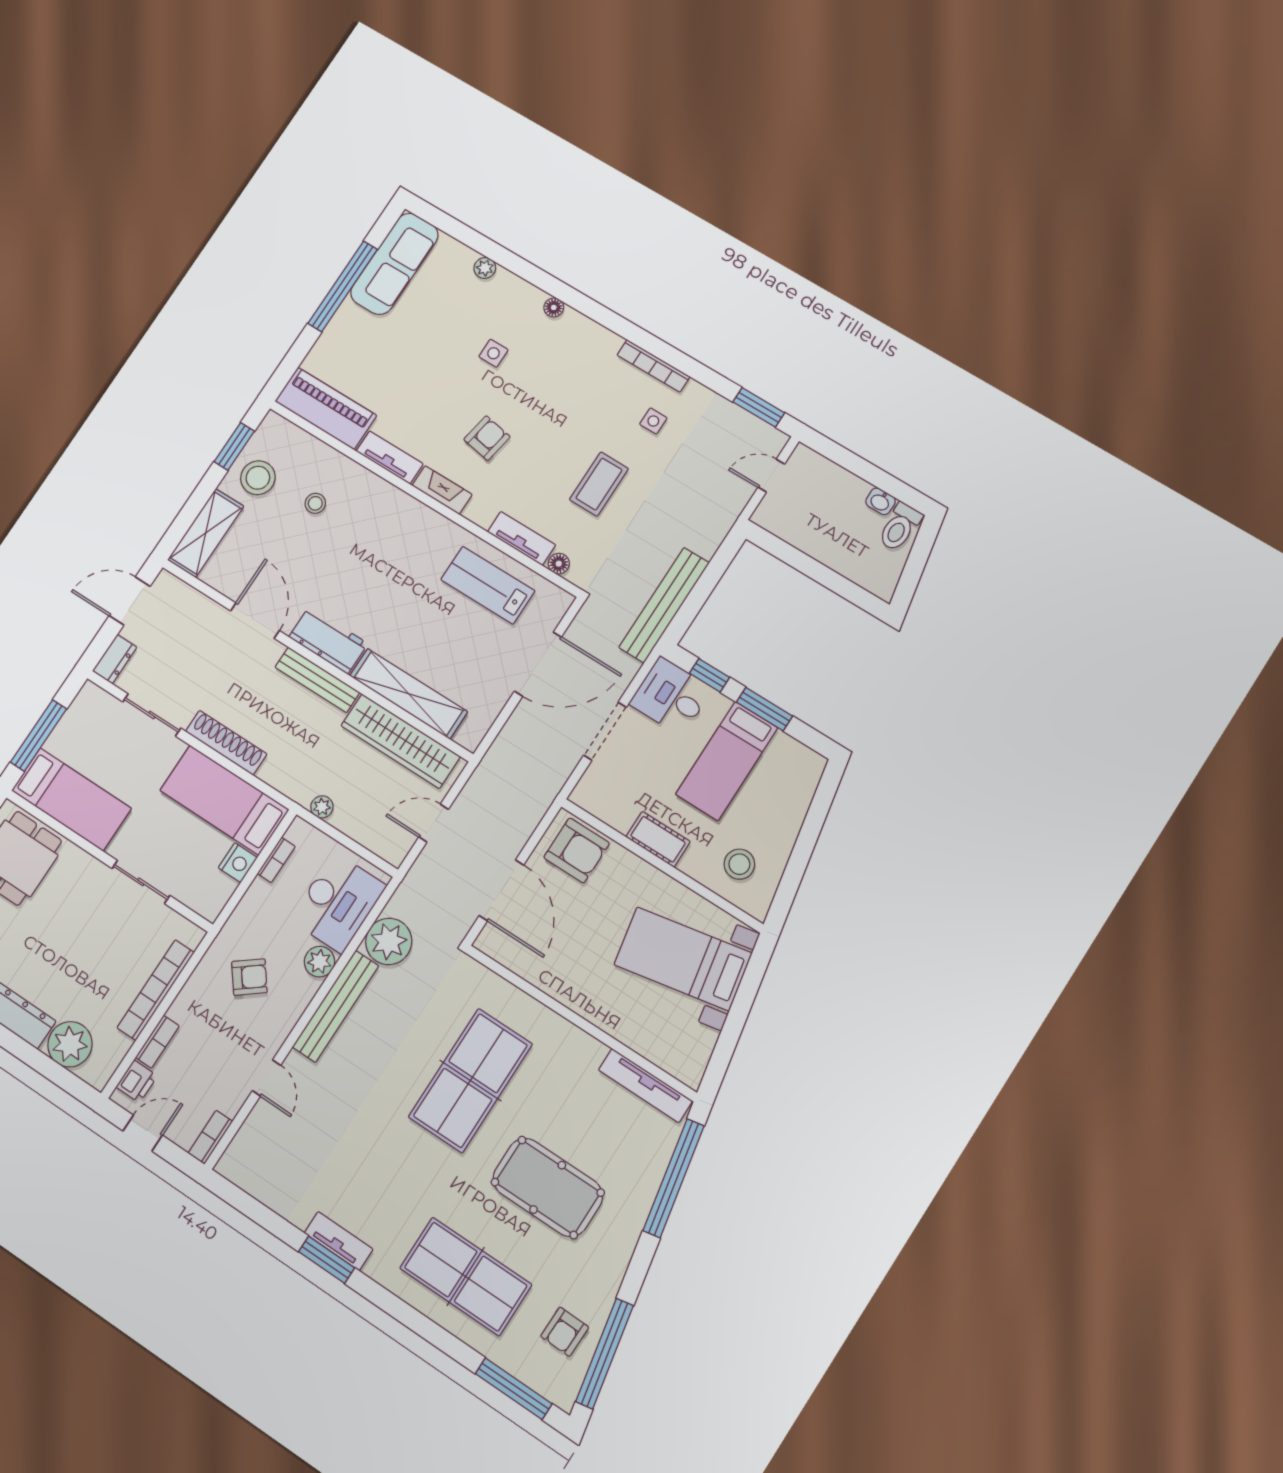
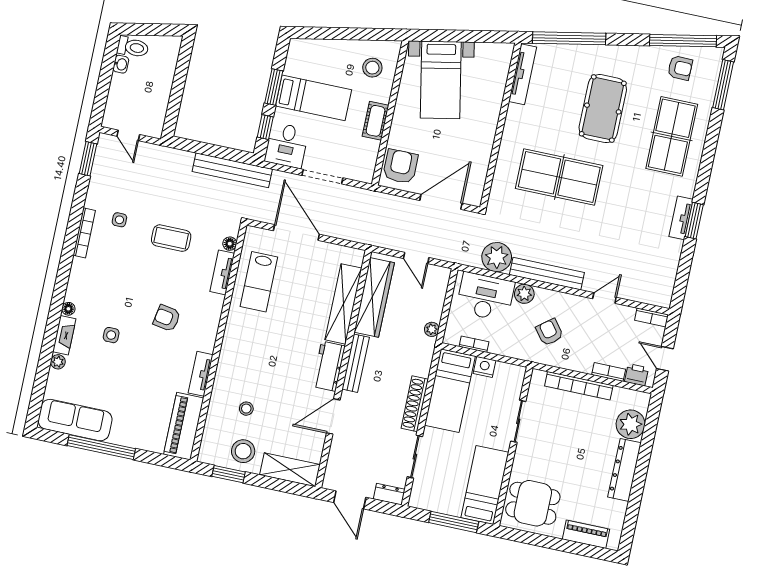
fireplace: (442, 490) -> (64, 335), moved, turned 180

